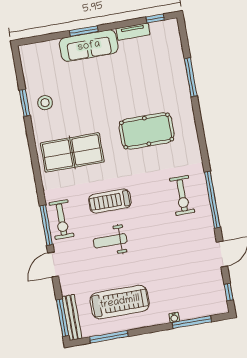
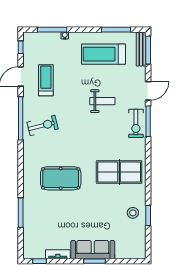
exercise bike: (182, 195) -> (43, 126), turned 76
treadmill: (110, 201) -> (46, 80), moved, turned -90
exercise bike: (62, 220) -> (136, 123), turned 180

